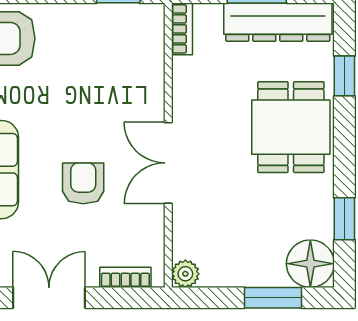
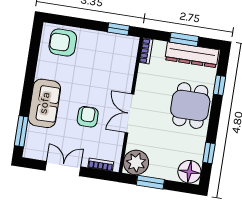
plant: (185, 274) -> (136, 162), width x1.88, depth x1.88
window: (273, 298) -> (150, 182), moved

